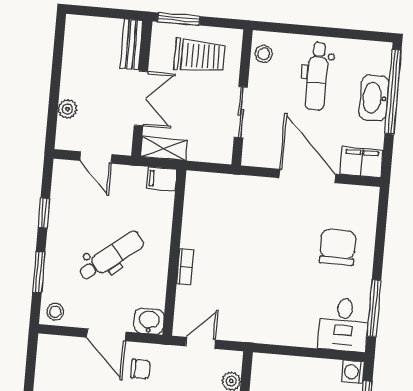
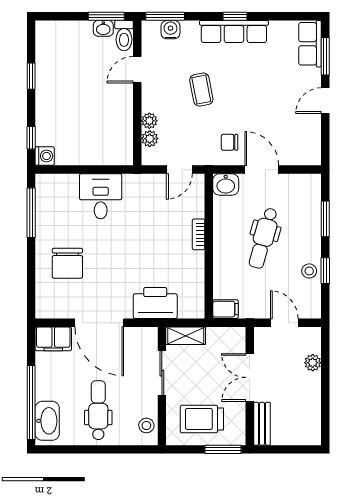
washbasin: (374, 98) -> (47, 421), moved
shelving: (164, 149) -> (186, 336), moved
printer: (241, 193) -> (155, 303), added
dental chair: (111, 256) -> (263, 238), turned -36
stool: (55, 312) -> (309, 271), moved
desk: (344, 325) -> (101, 196), moved

